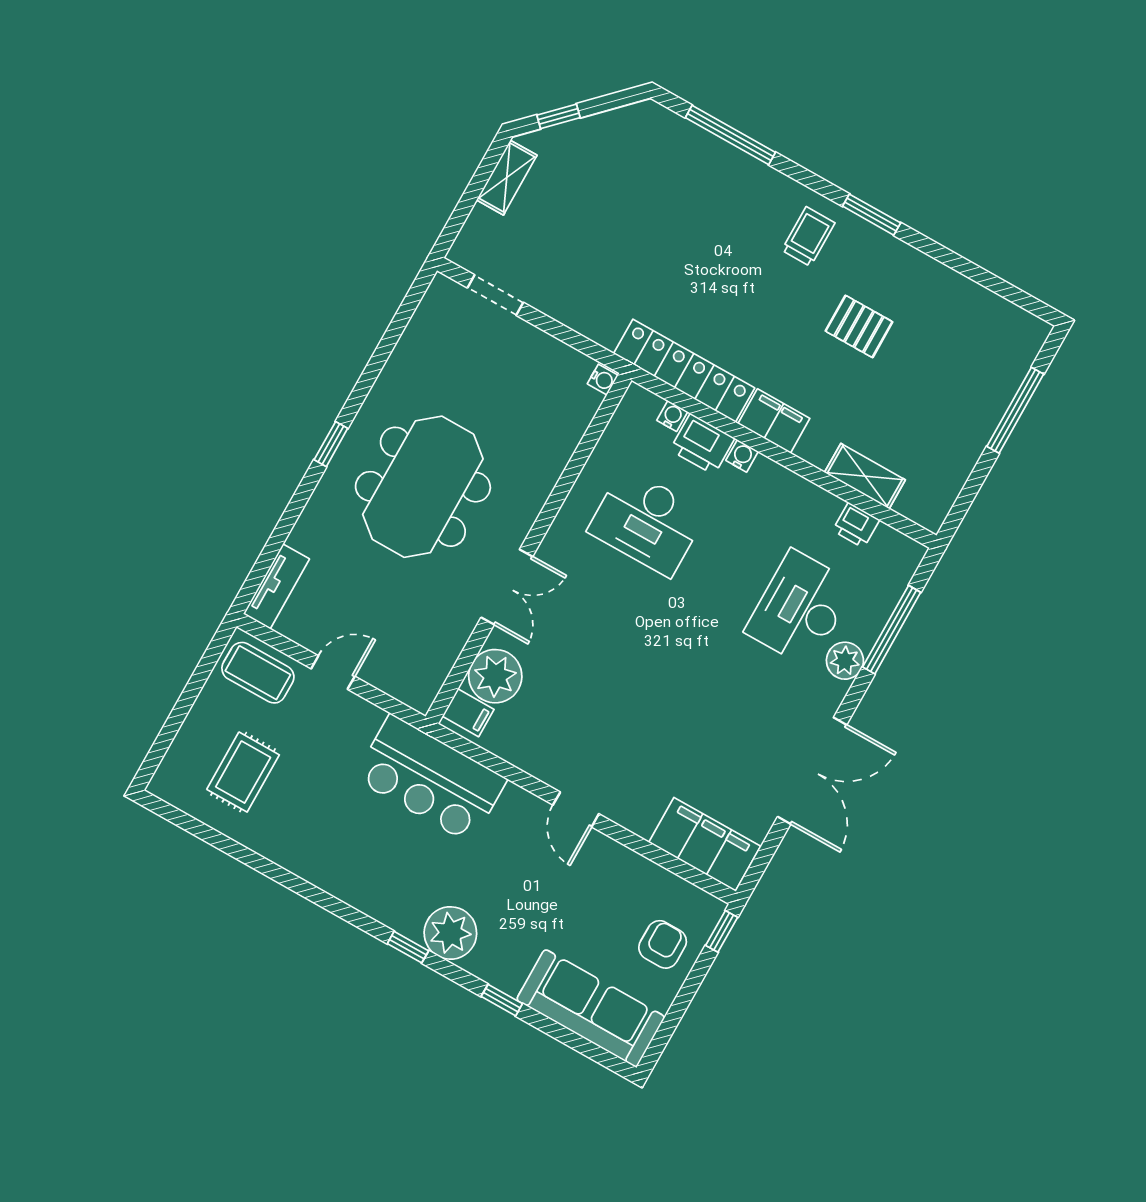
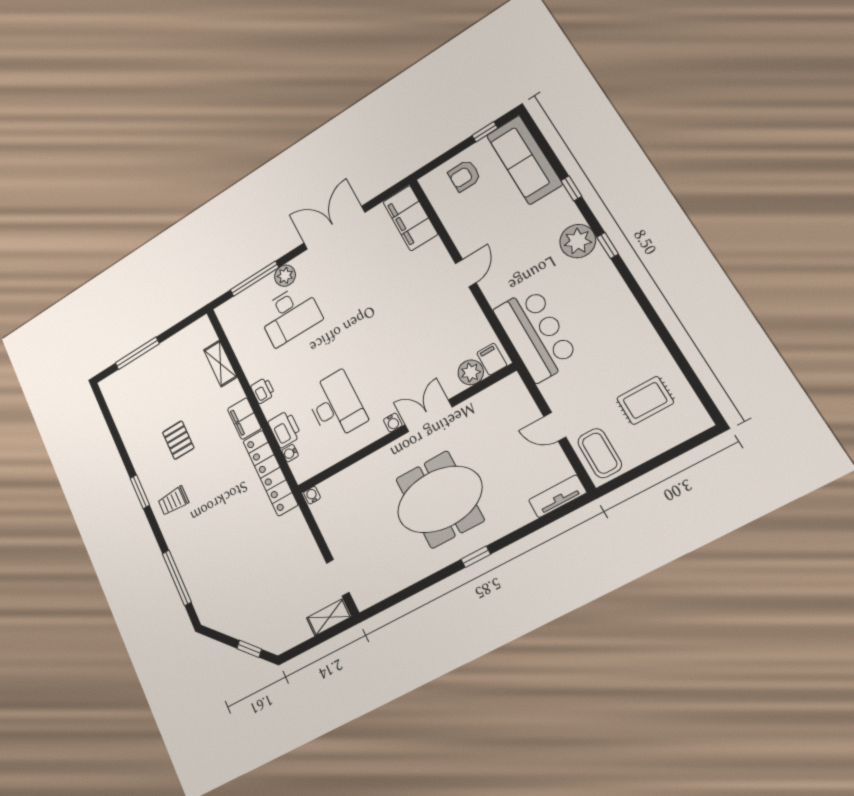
shelving: (507, 178) -> (329, 617), moved
water cooler: (742, 456) -> (393, 423), moved, turned -90
printer: (856, 525) -> (263, 390), moved
plant: (495, 676) -> (471, 372), width x0.73, depth x0.73
window: (722, 931) -> (485, 132), moved

